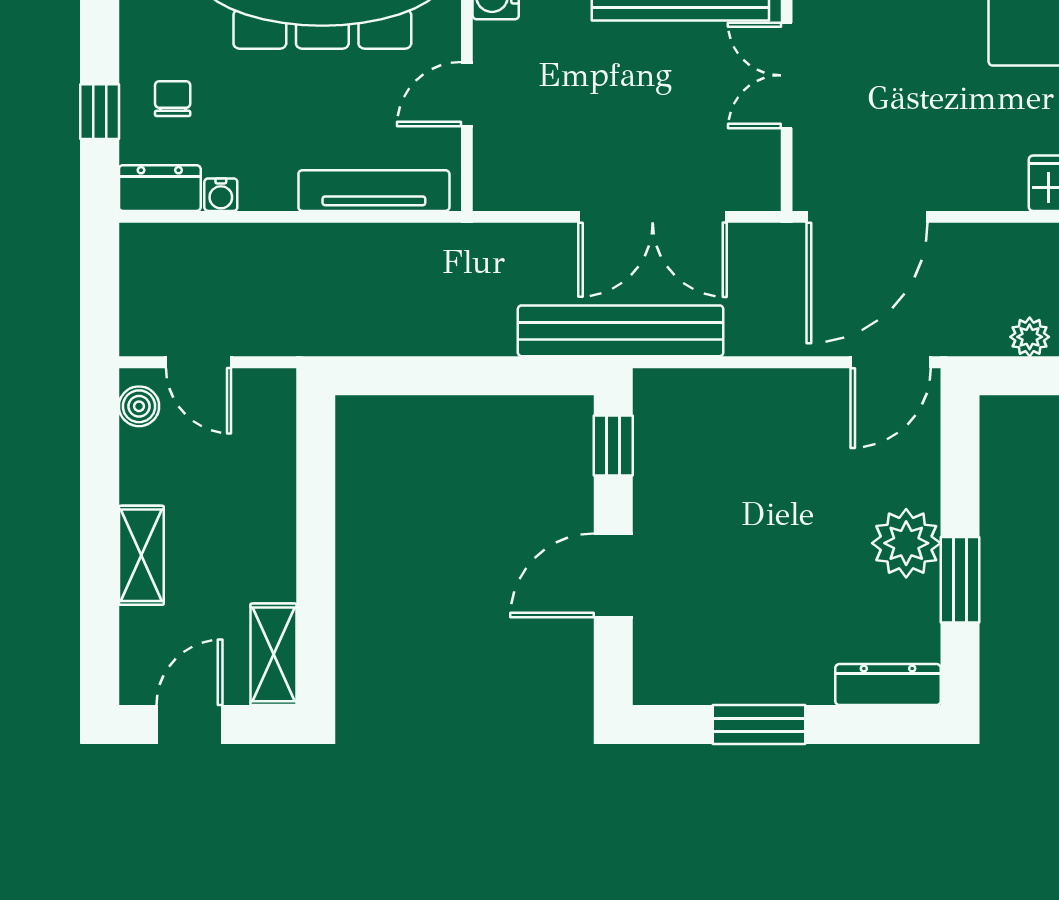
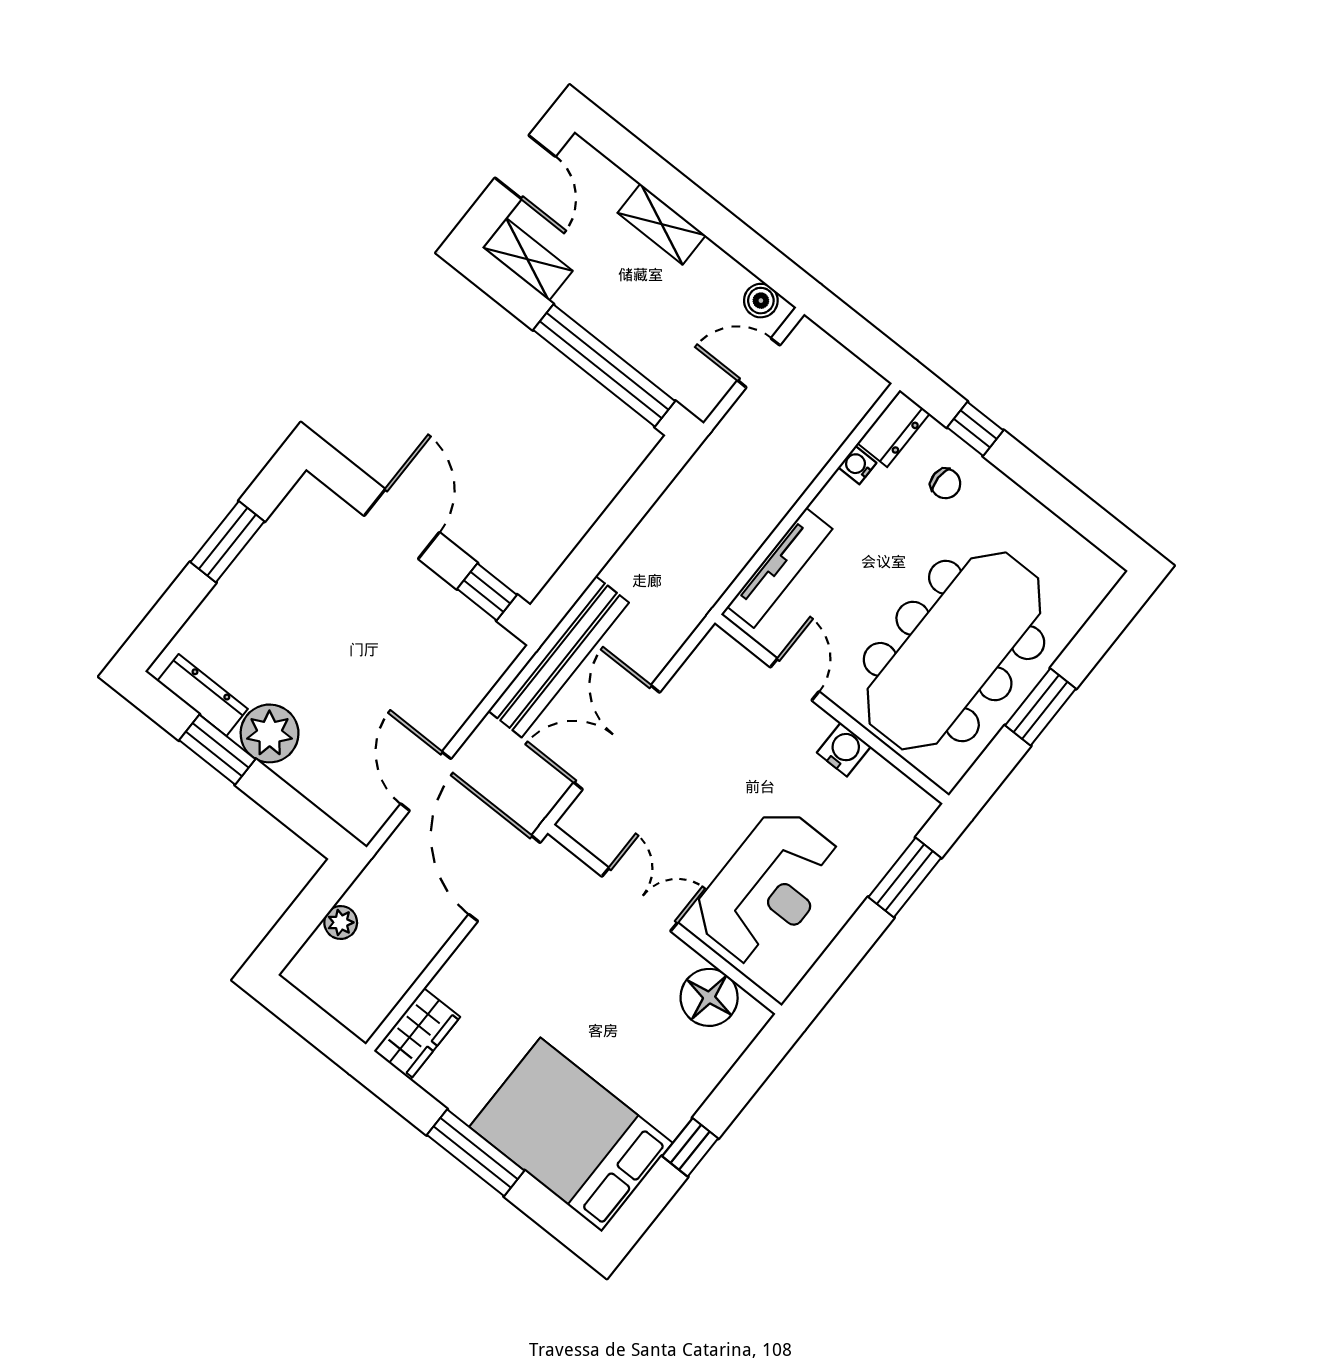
door: (891, 362) -> (426, 781), moved
window: (316, 504) -> (604, 366), added
dresser: (888, 685) -> (203, 695), moved, turned -90

